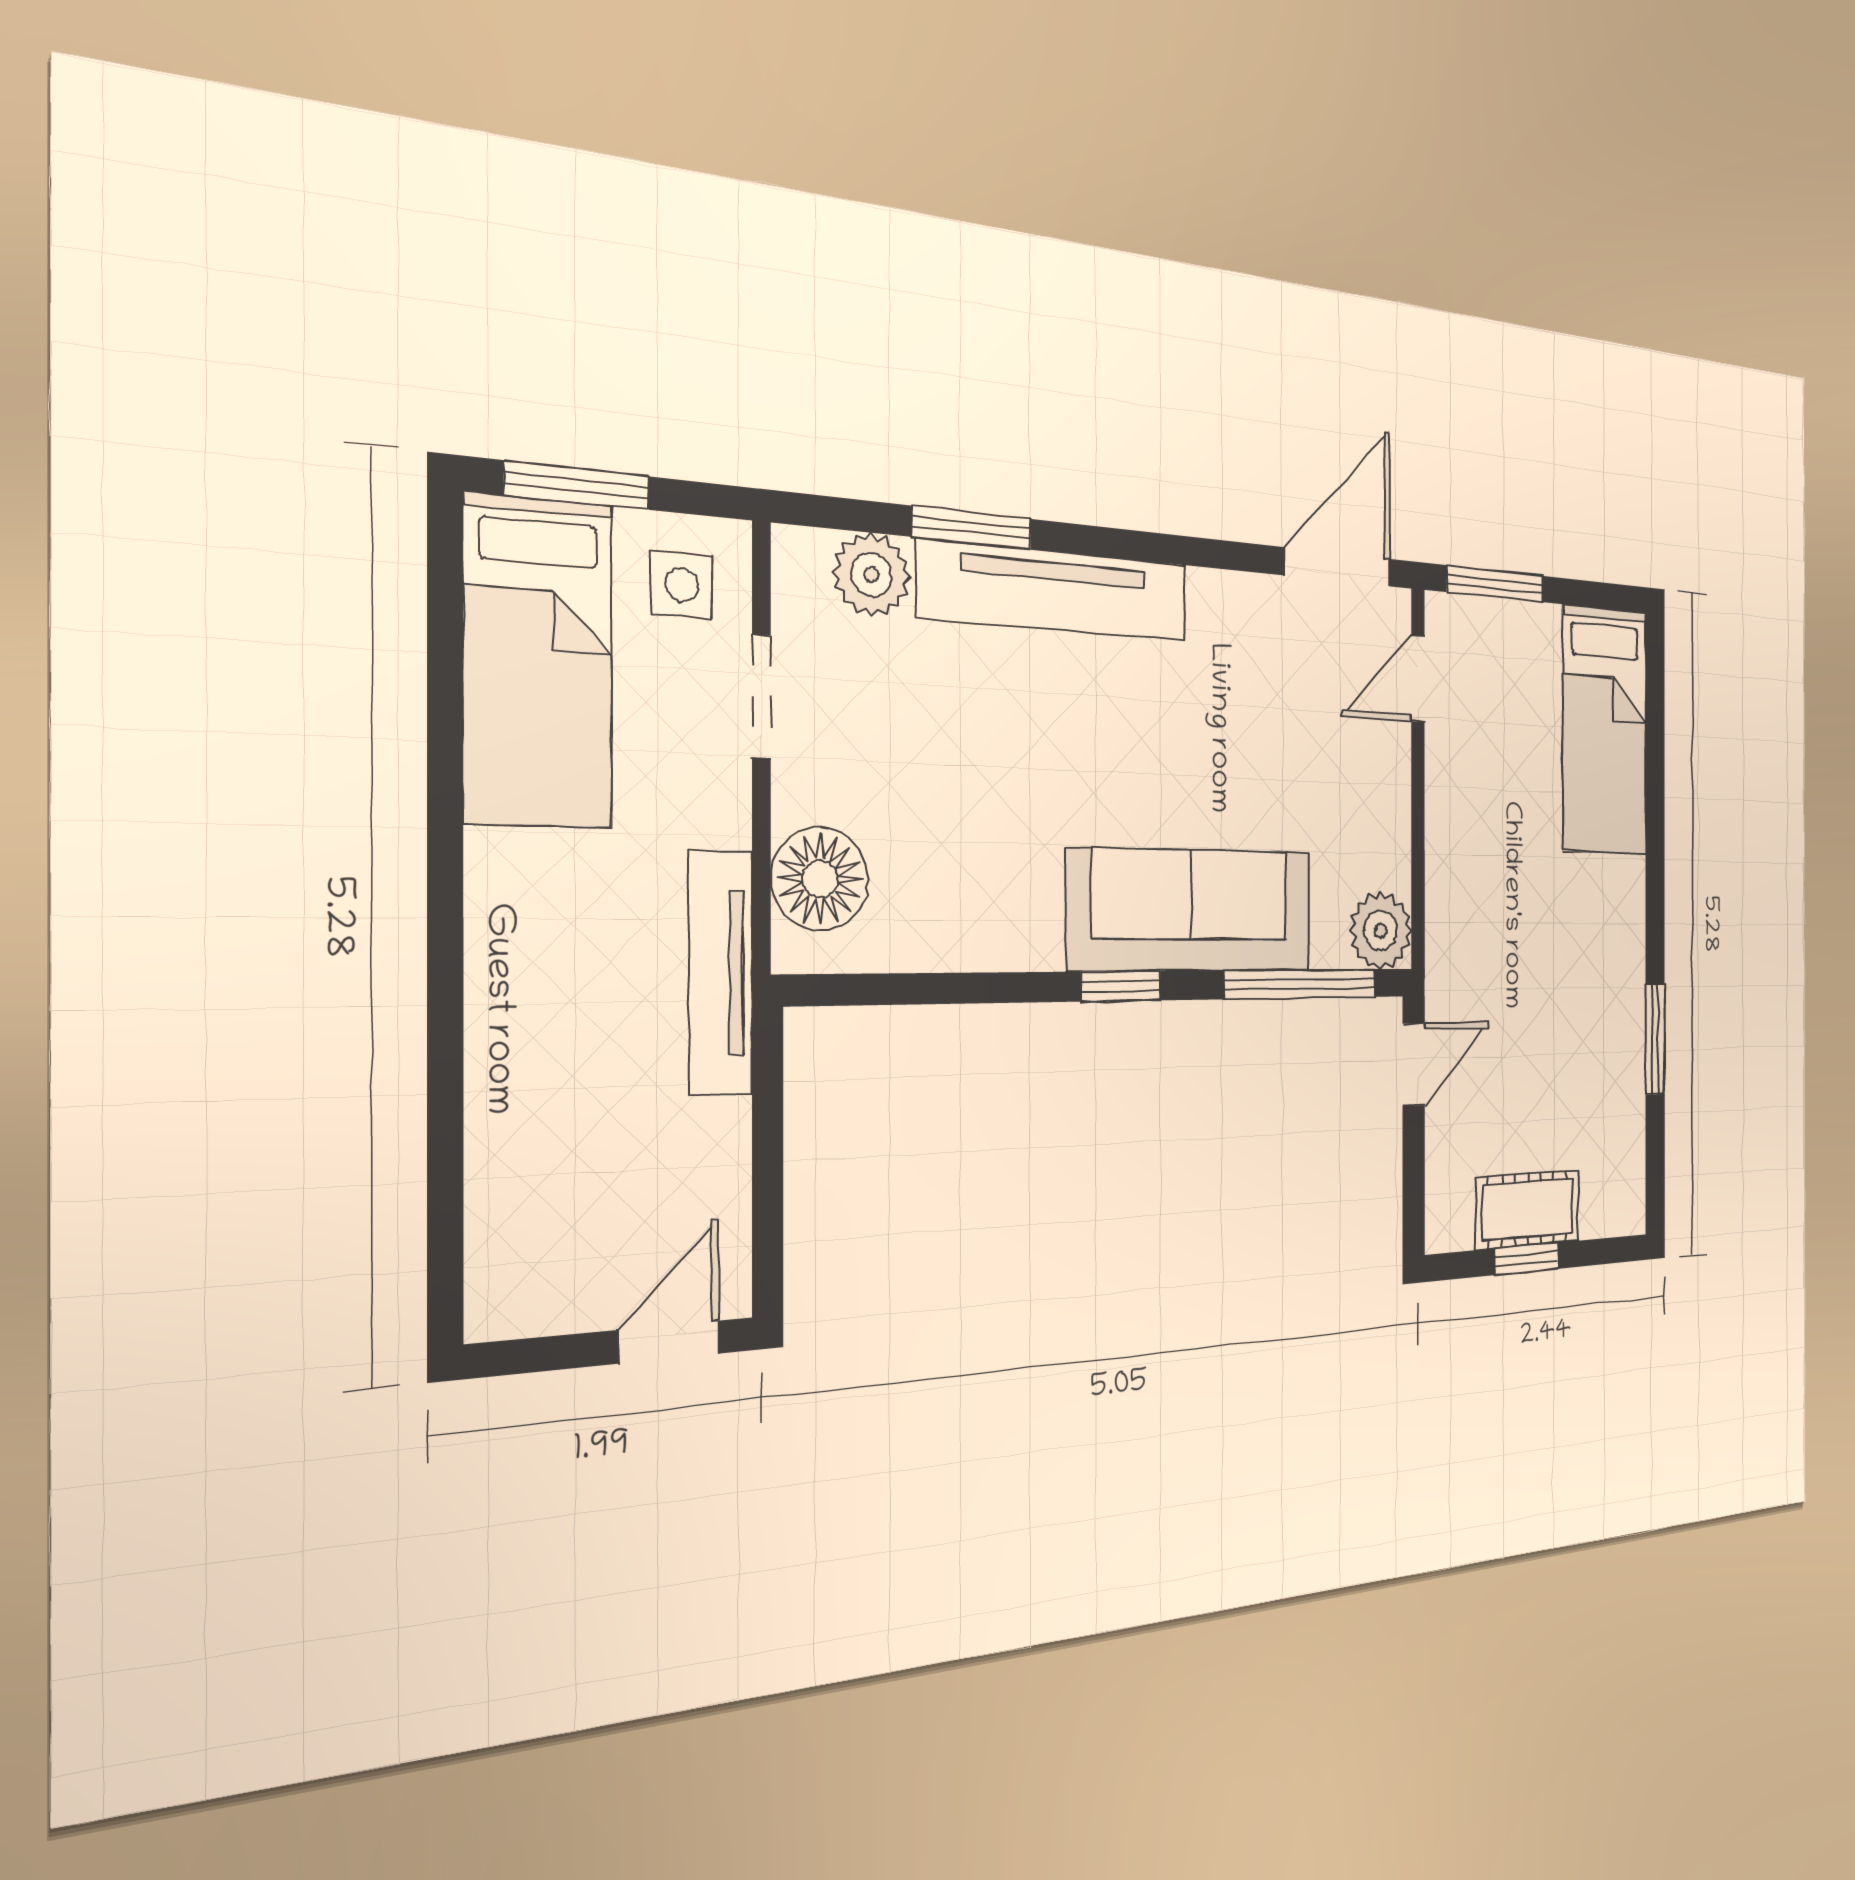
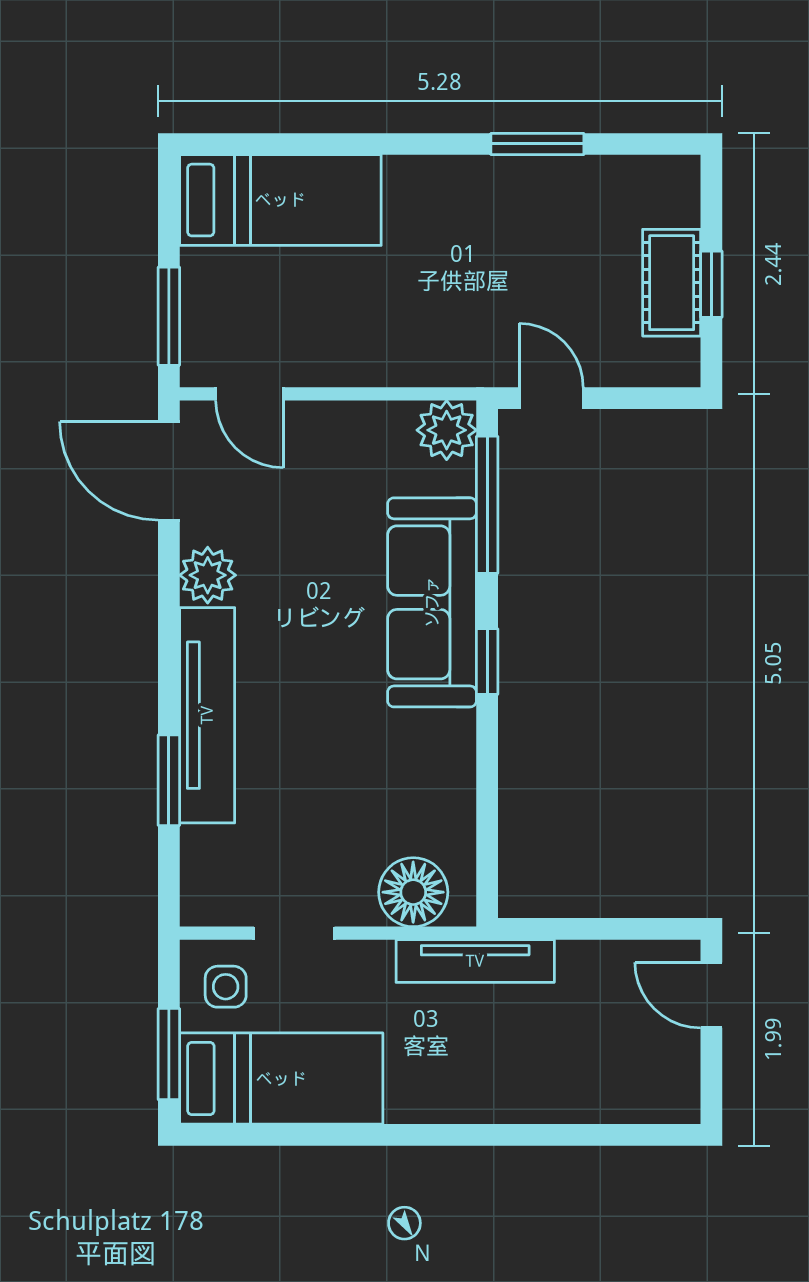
plant: (871, 574) -> (208, 575), moved

